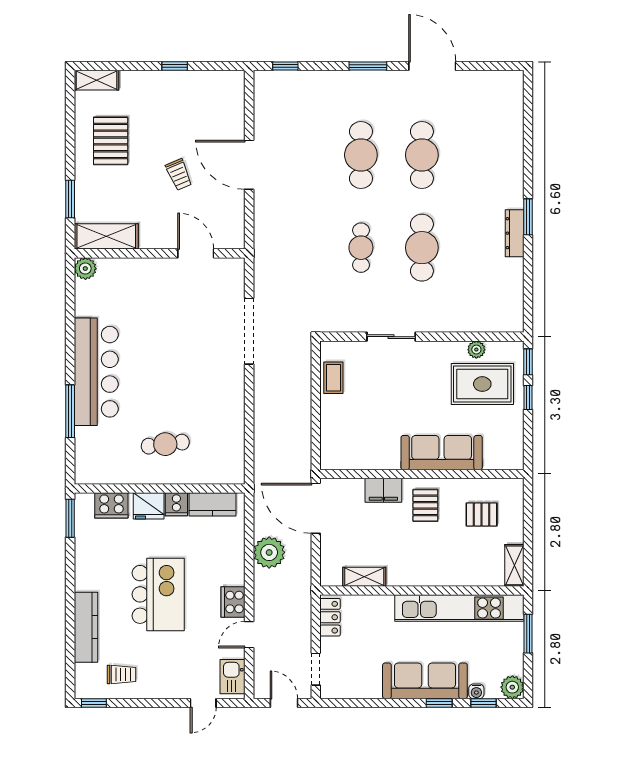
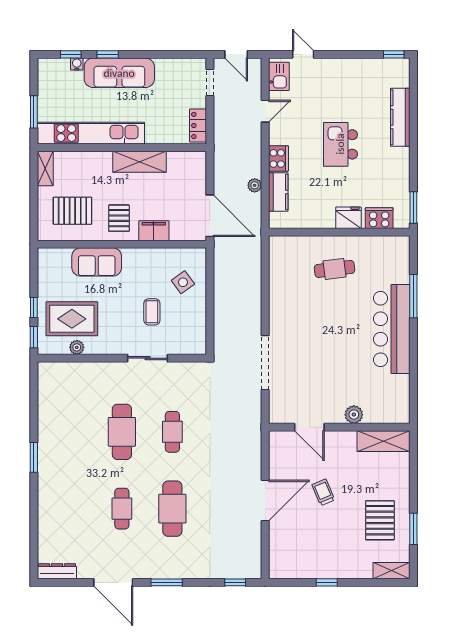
cafe table: (422, 155) -> (122, 509), width x0.73, depth x0.74
door: (249, 165) -> (265, 500), hinge flipped
window: (70, 199) -> (413, 529), moved
dresser: (515, 233) -> (57, 571), moved, turned -90
plant: (85, 269) -> (354, 415), moved
coffee table: (333, 378) -> (152, 312), moved
side table: (348, 428) -> (183, 282), added
sofa: (442, 453) -> (97, 262), width x0.73
cooker: (176, 504) -> (325, 219), removed
kitchen counter: (212, 504) -> (278, 192), moved, turned 90
pallet: (482, 514) -> (72, 211), width x1.50, depth x1.42
plant: (269, 552) -> (255, 185), width x0.53, depth x0.53
shelving: (364, 577) -> (140, 162), moved, width x1.50, depth x1.33
kitchen island: (158, 594) -> (340, 144), width x0.73, depth x0.78
cooker: (233, 602) -> (278, 158), moved
trolley: (121, 674) -> (371, 78), removed
plant: (512, 687) -> (47, 68), removed
door: (203, 703) -> (303, 54), hinge flipped

